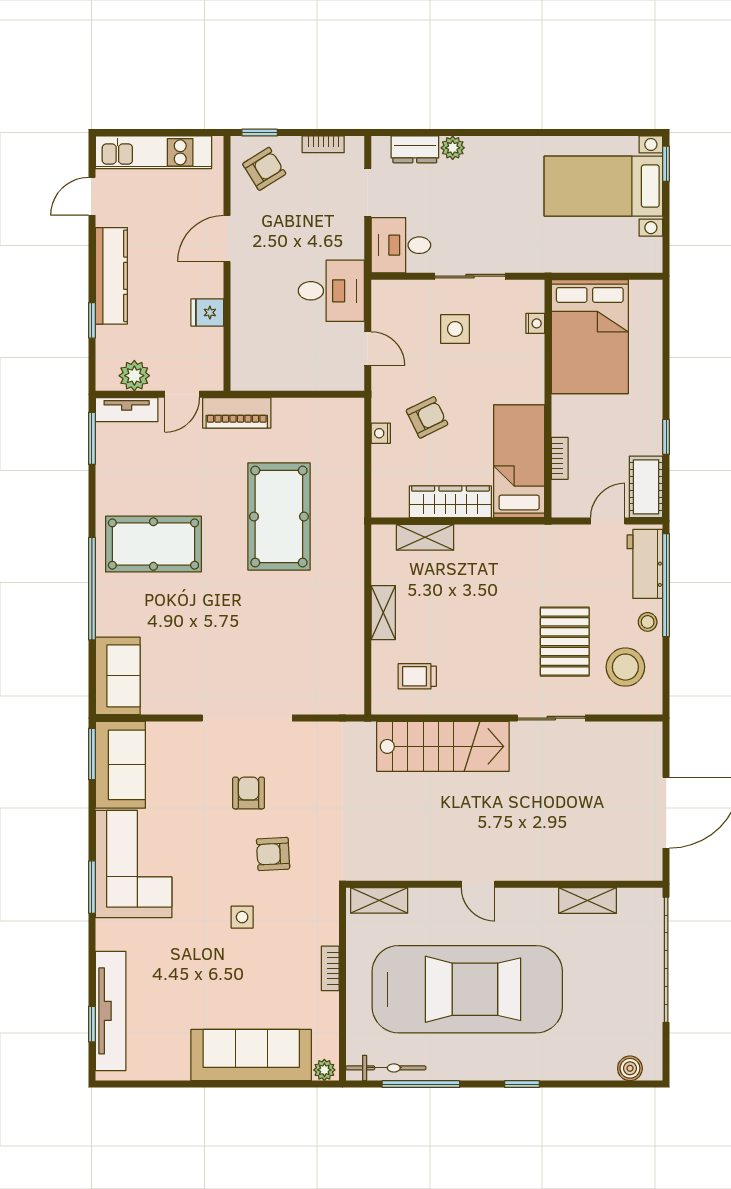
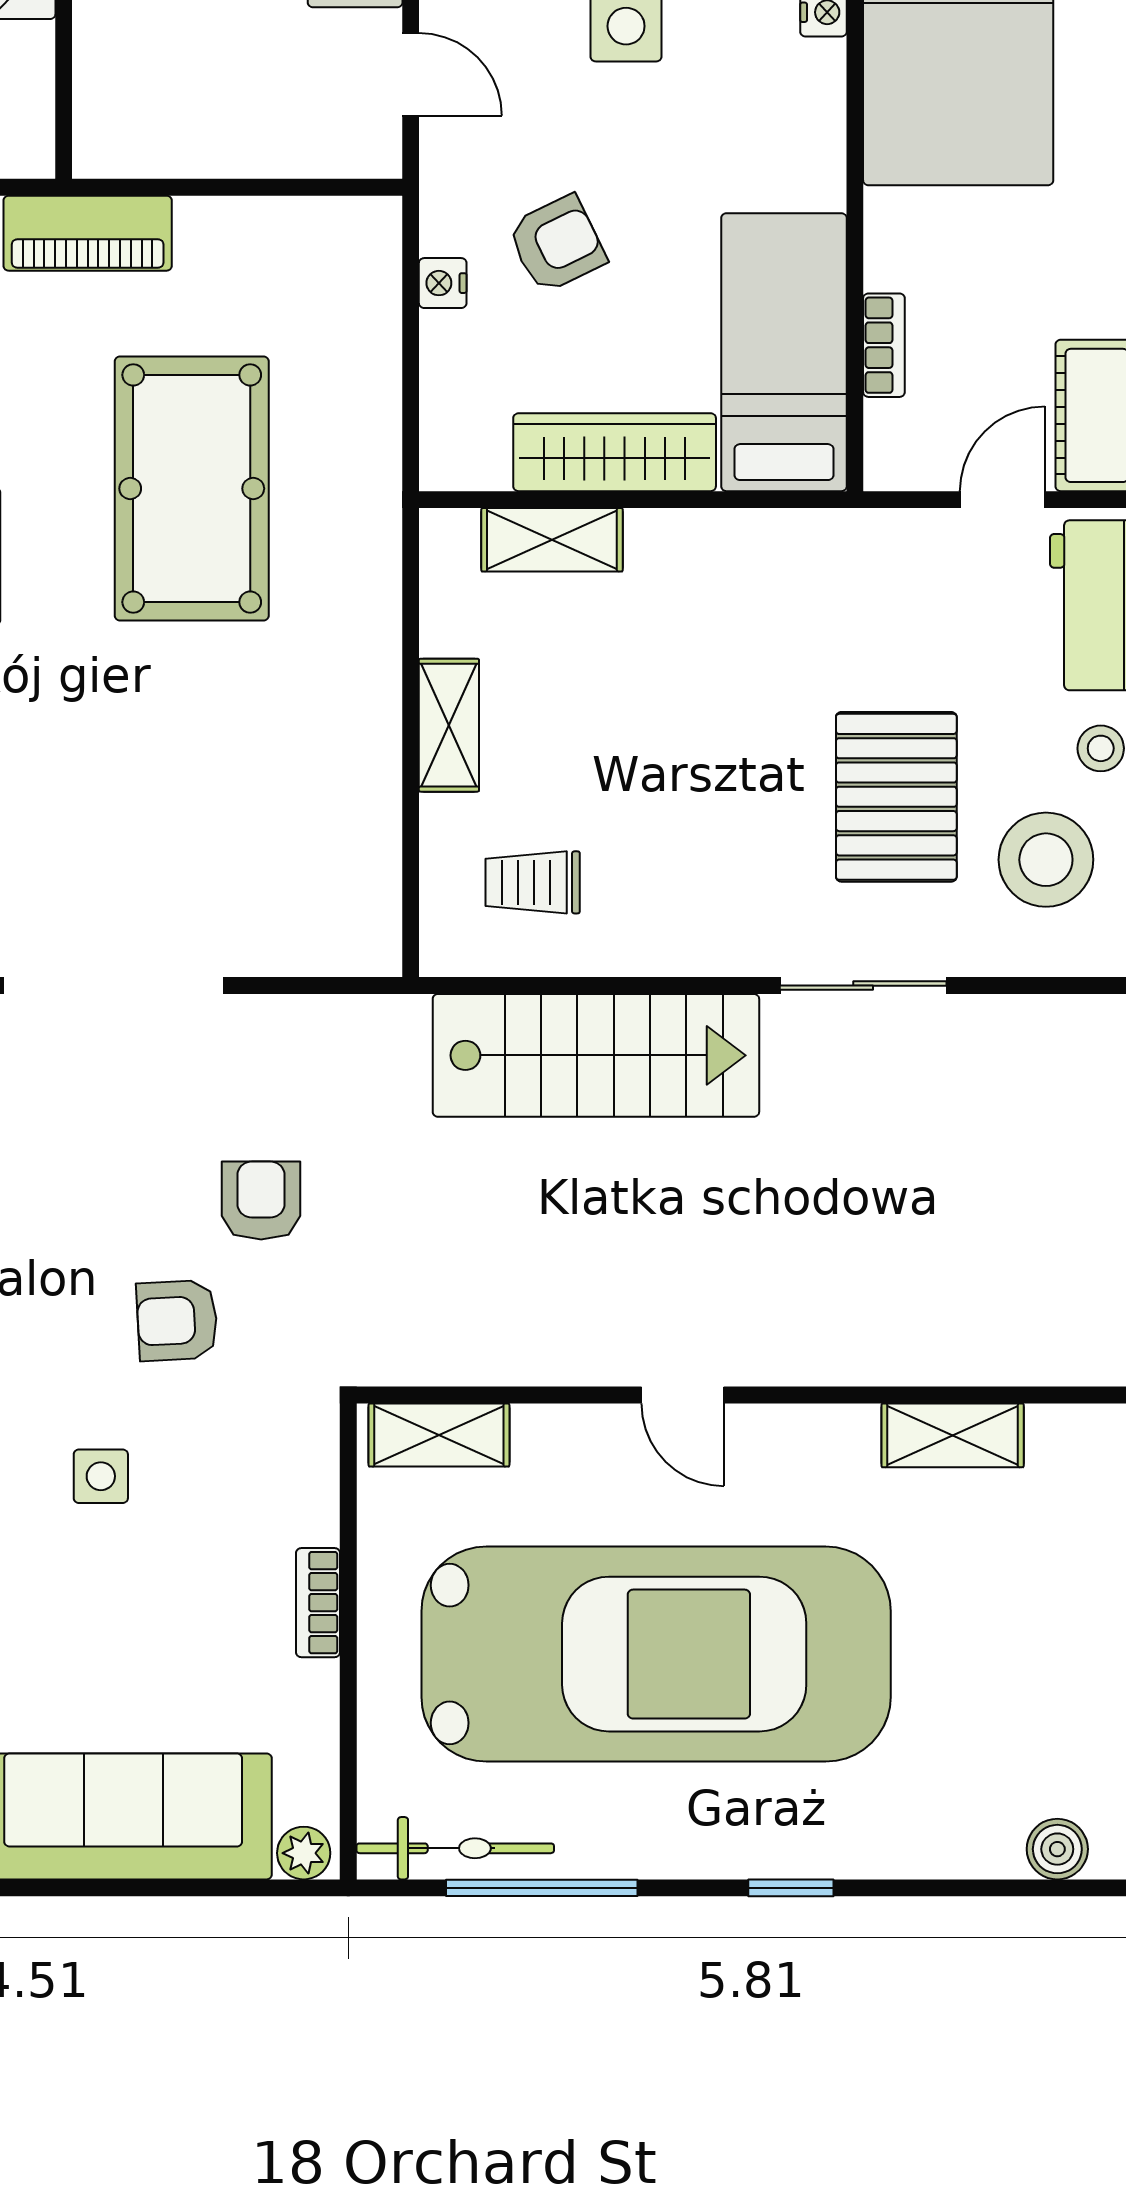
armchair: (249, 793) -> (261, 1200), moved

